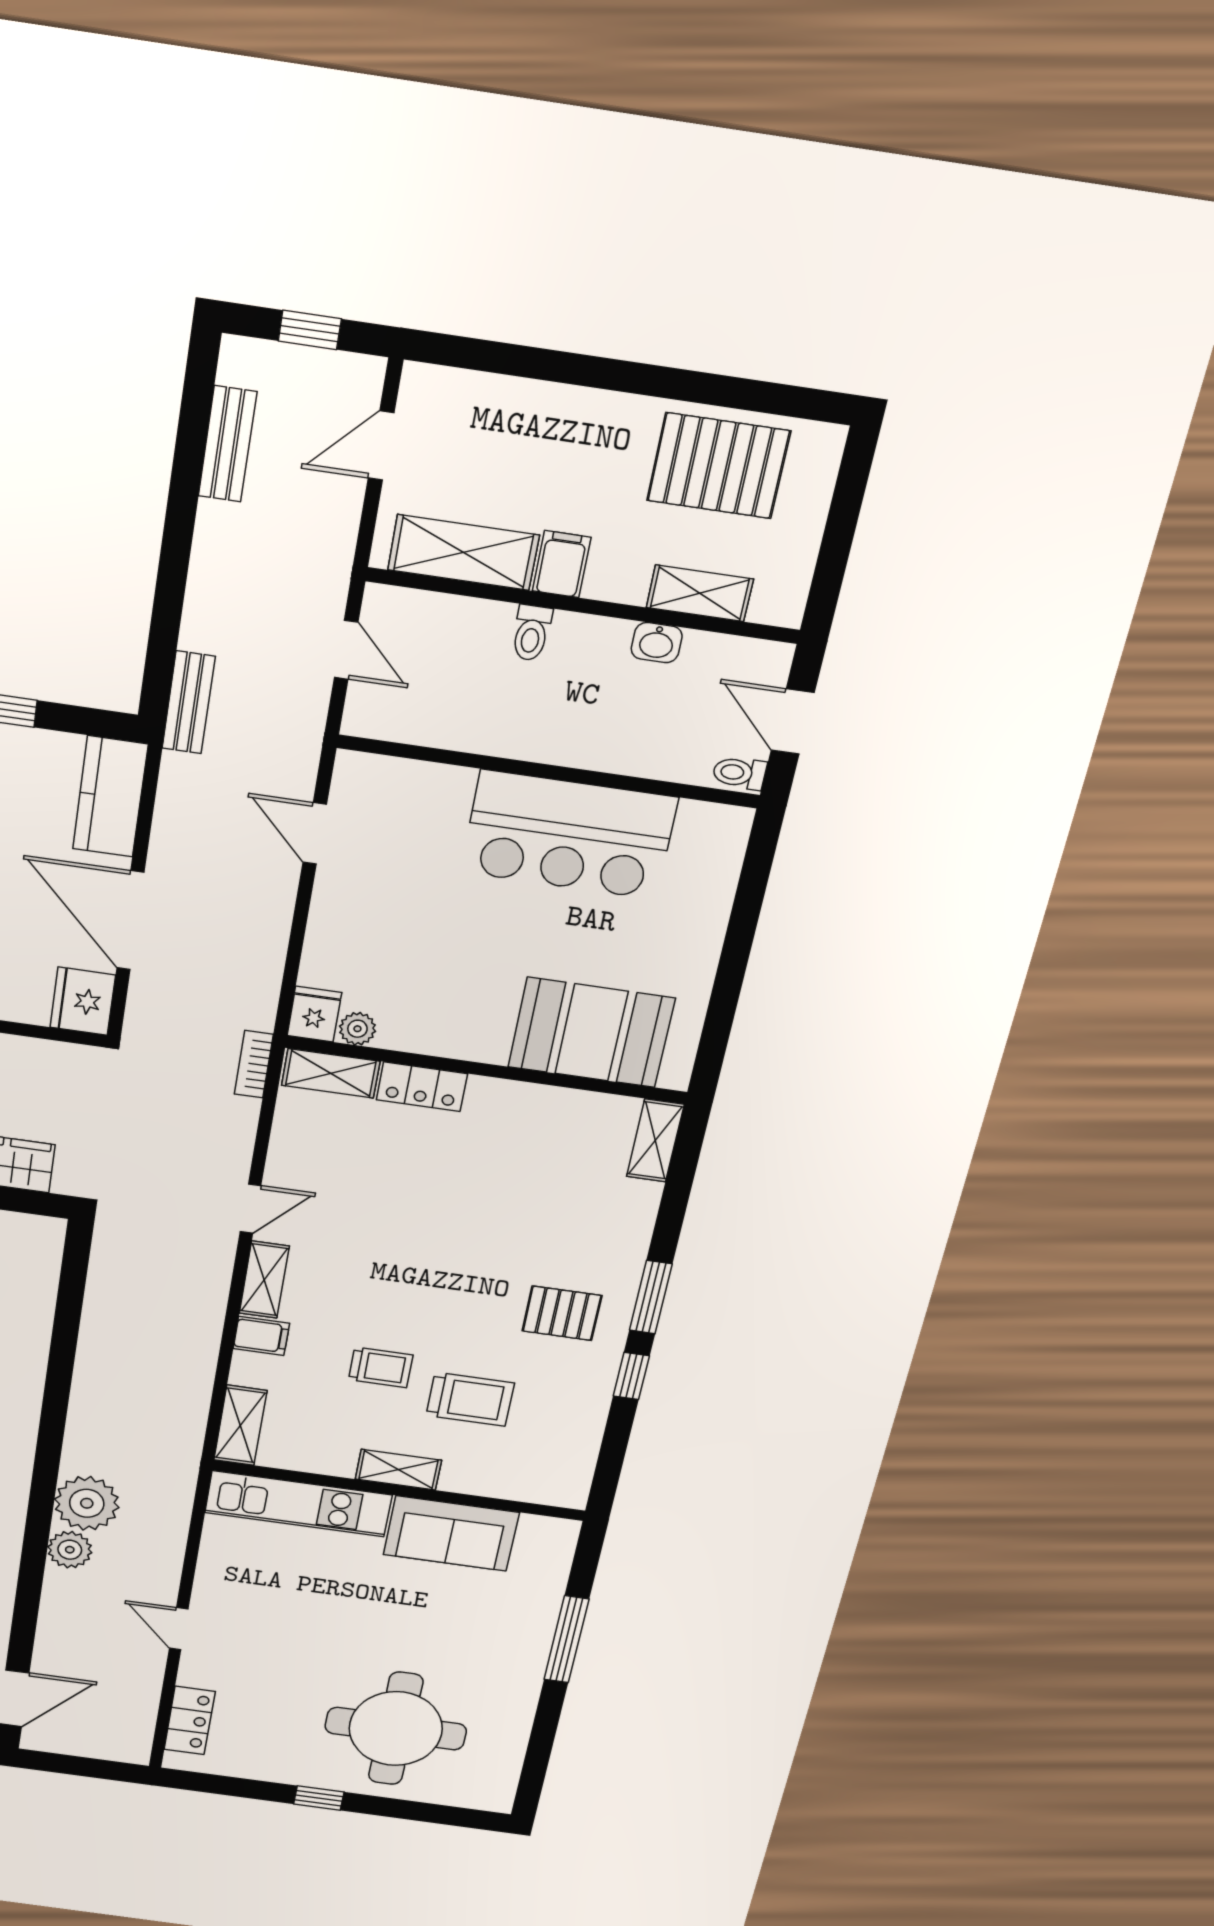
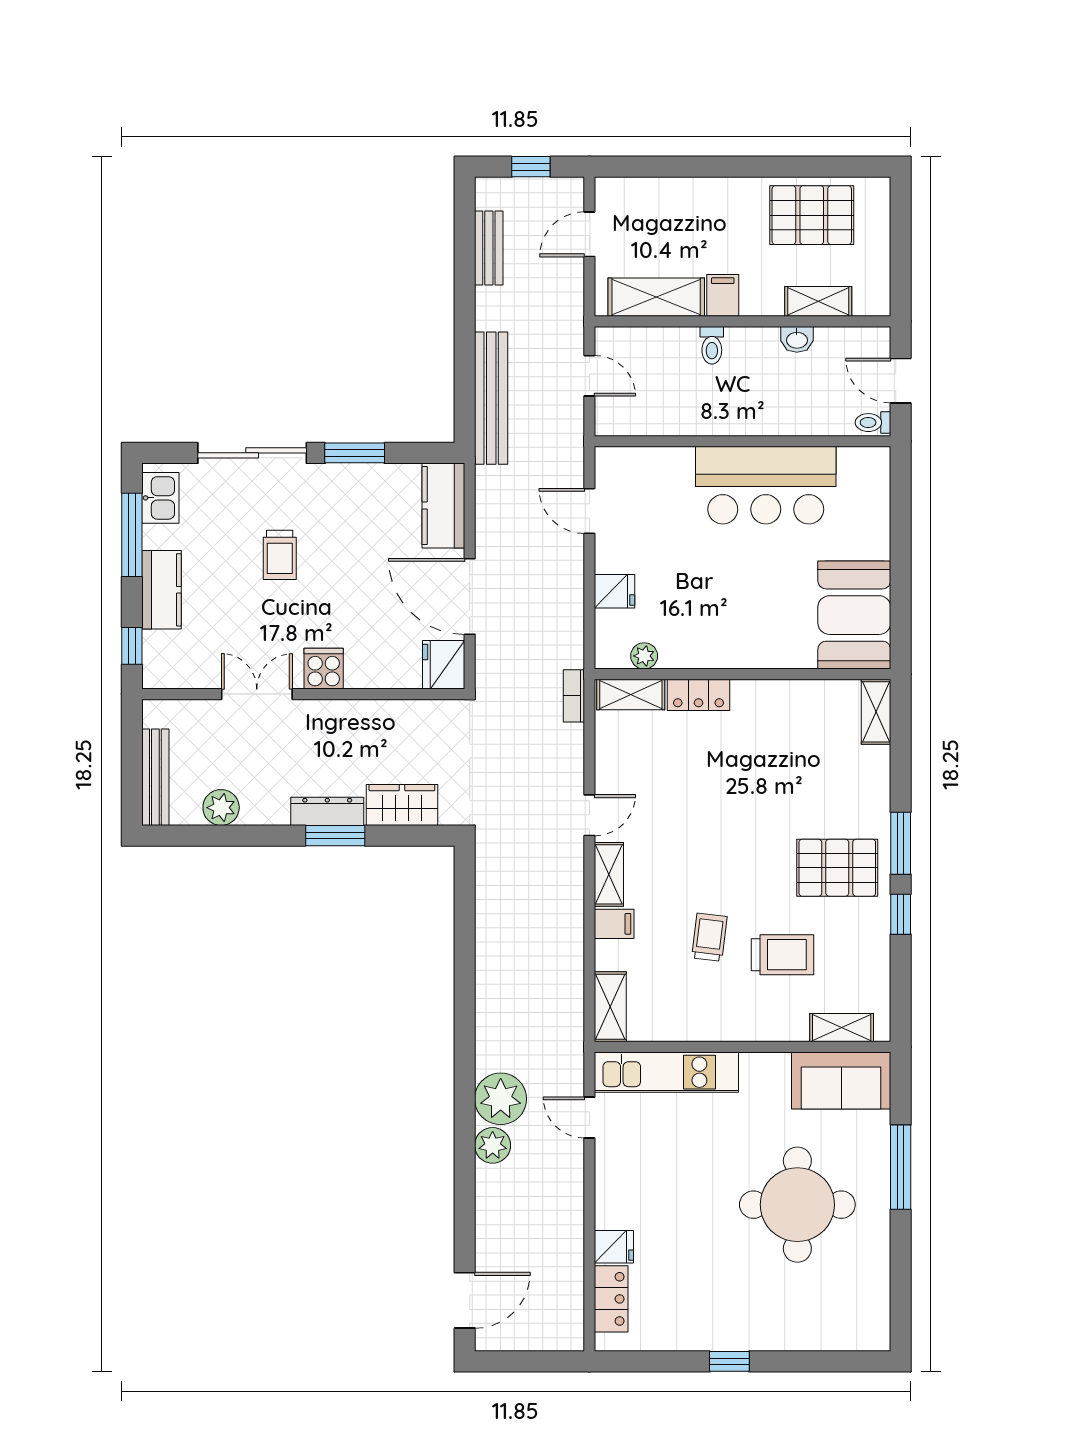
bench: (189, 702) -> (491, 398), width x1.86, depth x1.21
fridge: (314, 1014) -> (615, 591), moved, turned 90
booth: (591, 1033) -> (854, 615), moved, turned 90
pallet: (562, 1313) -> (837, 868), width x1.50, depth x1.42
trolley: (381, 1367) -> (709, 937), turned -83
shelving: (398, 1470) -> (842, 1028), moved
sofa: (451, 1534) -> (841, 1081), moved
door: (179, 1629) -> (589, 1118), moved
fridge: (202, 1671) -> (614, 1247), added
round table: (396, 1729) -> (797, 1205), moved

